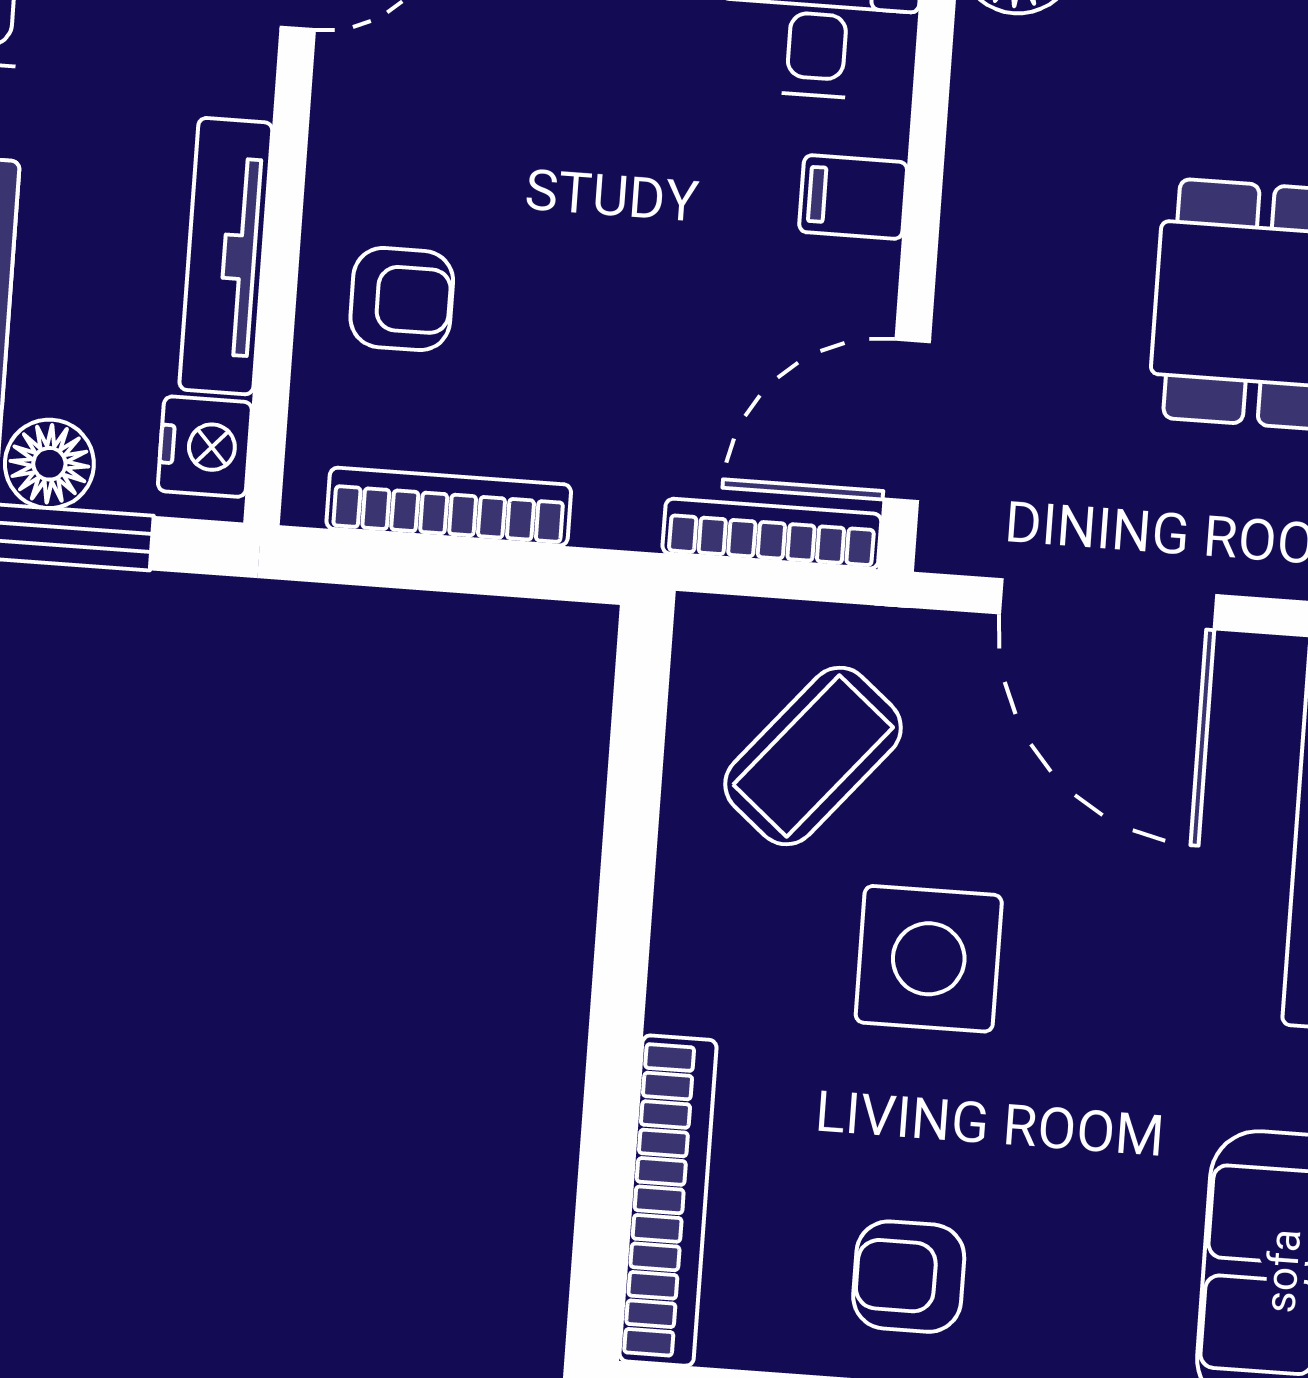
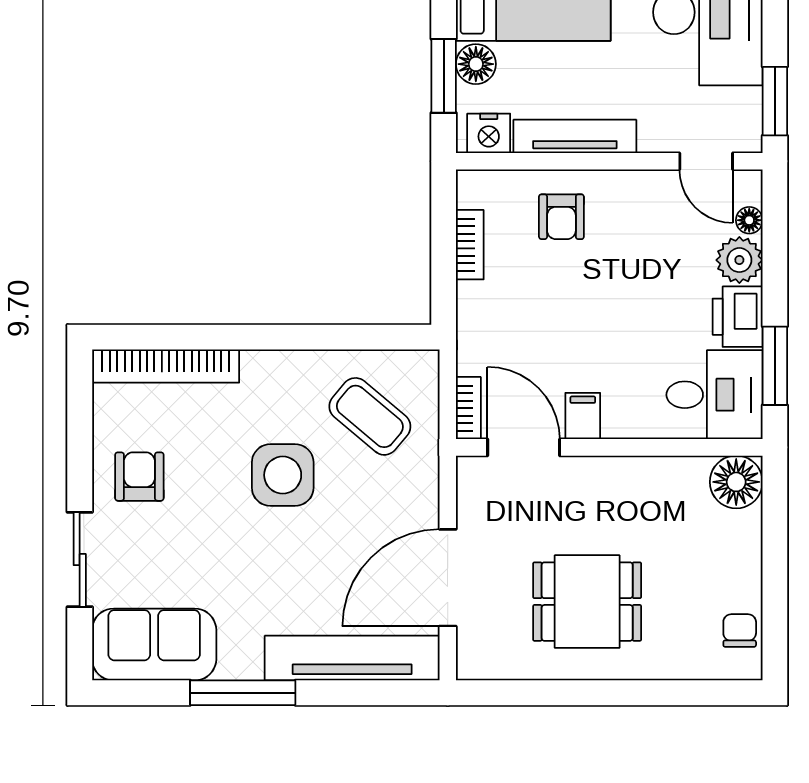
filing cabinet: (853, 197) -> (583, 416), moved
bookcase: (449, 507) -> (470, 245), width x0.64
bookcase: (772, 534) -> (468, 408), width x0.64
door: (1108, 604) -> (448, 578), moved

